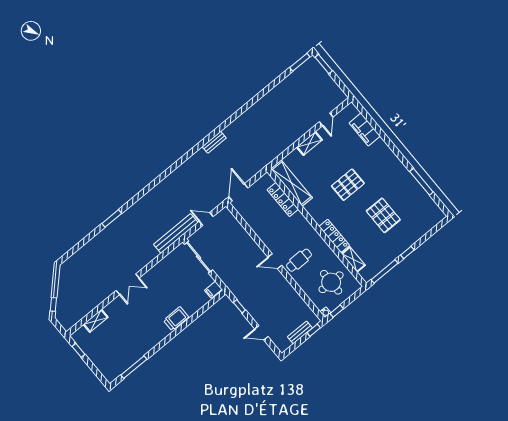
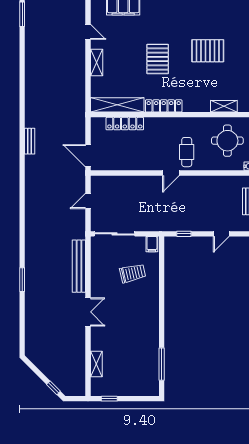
bench: (176, 233) -> (79, 266), moved
locker: (334, 236) -> (164, 106), moved
trolley: (176, 319) -> (133, 273), moved, turned 77

